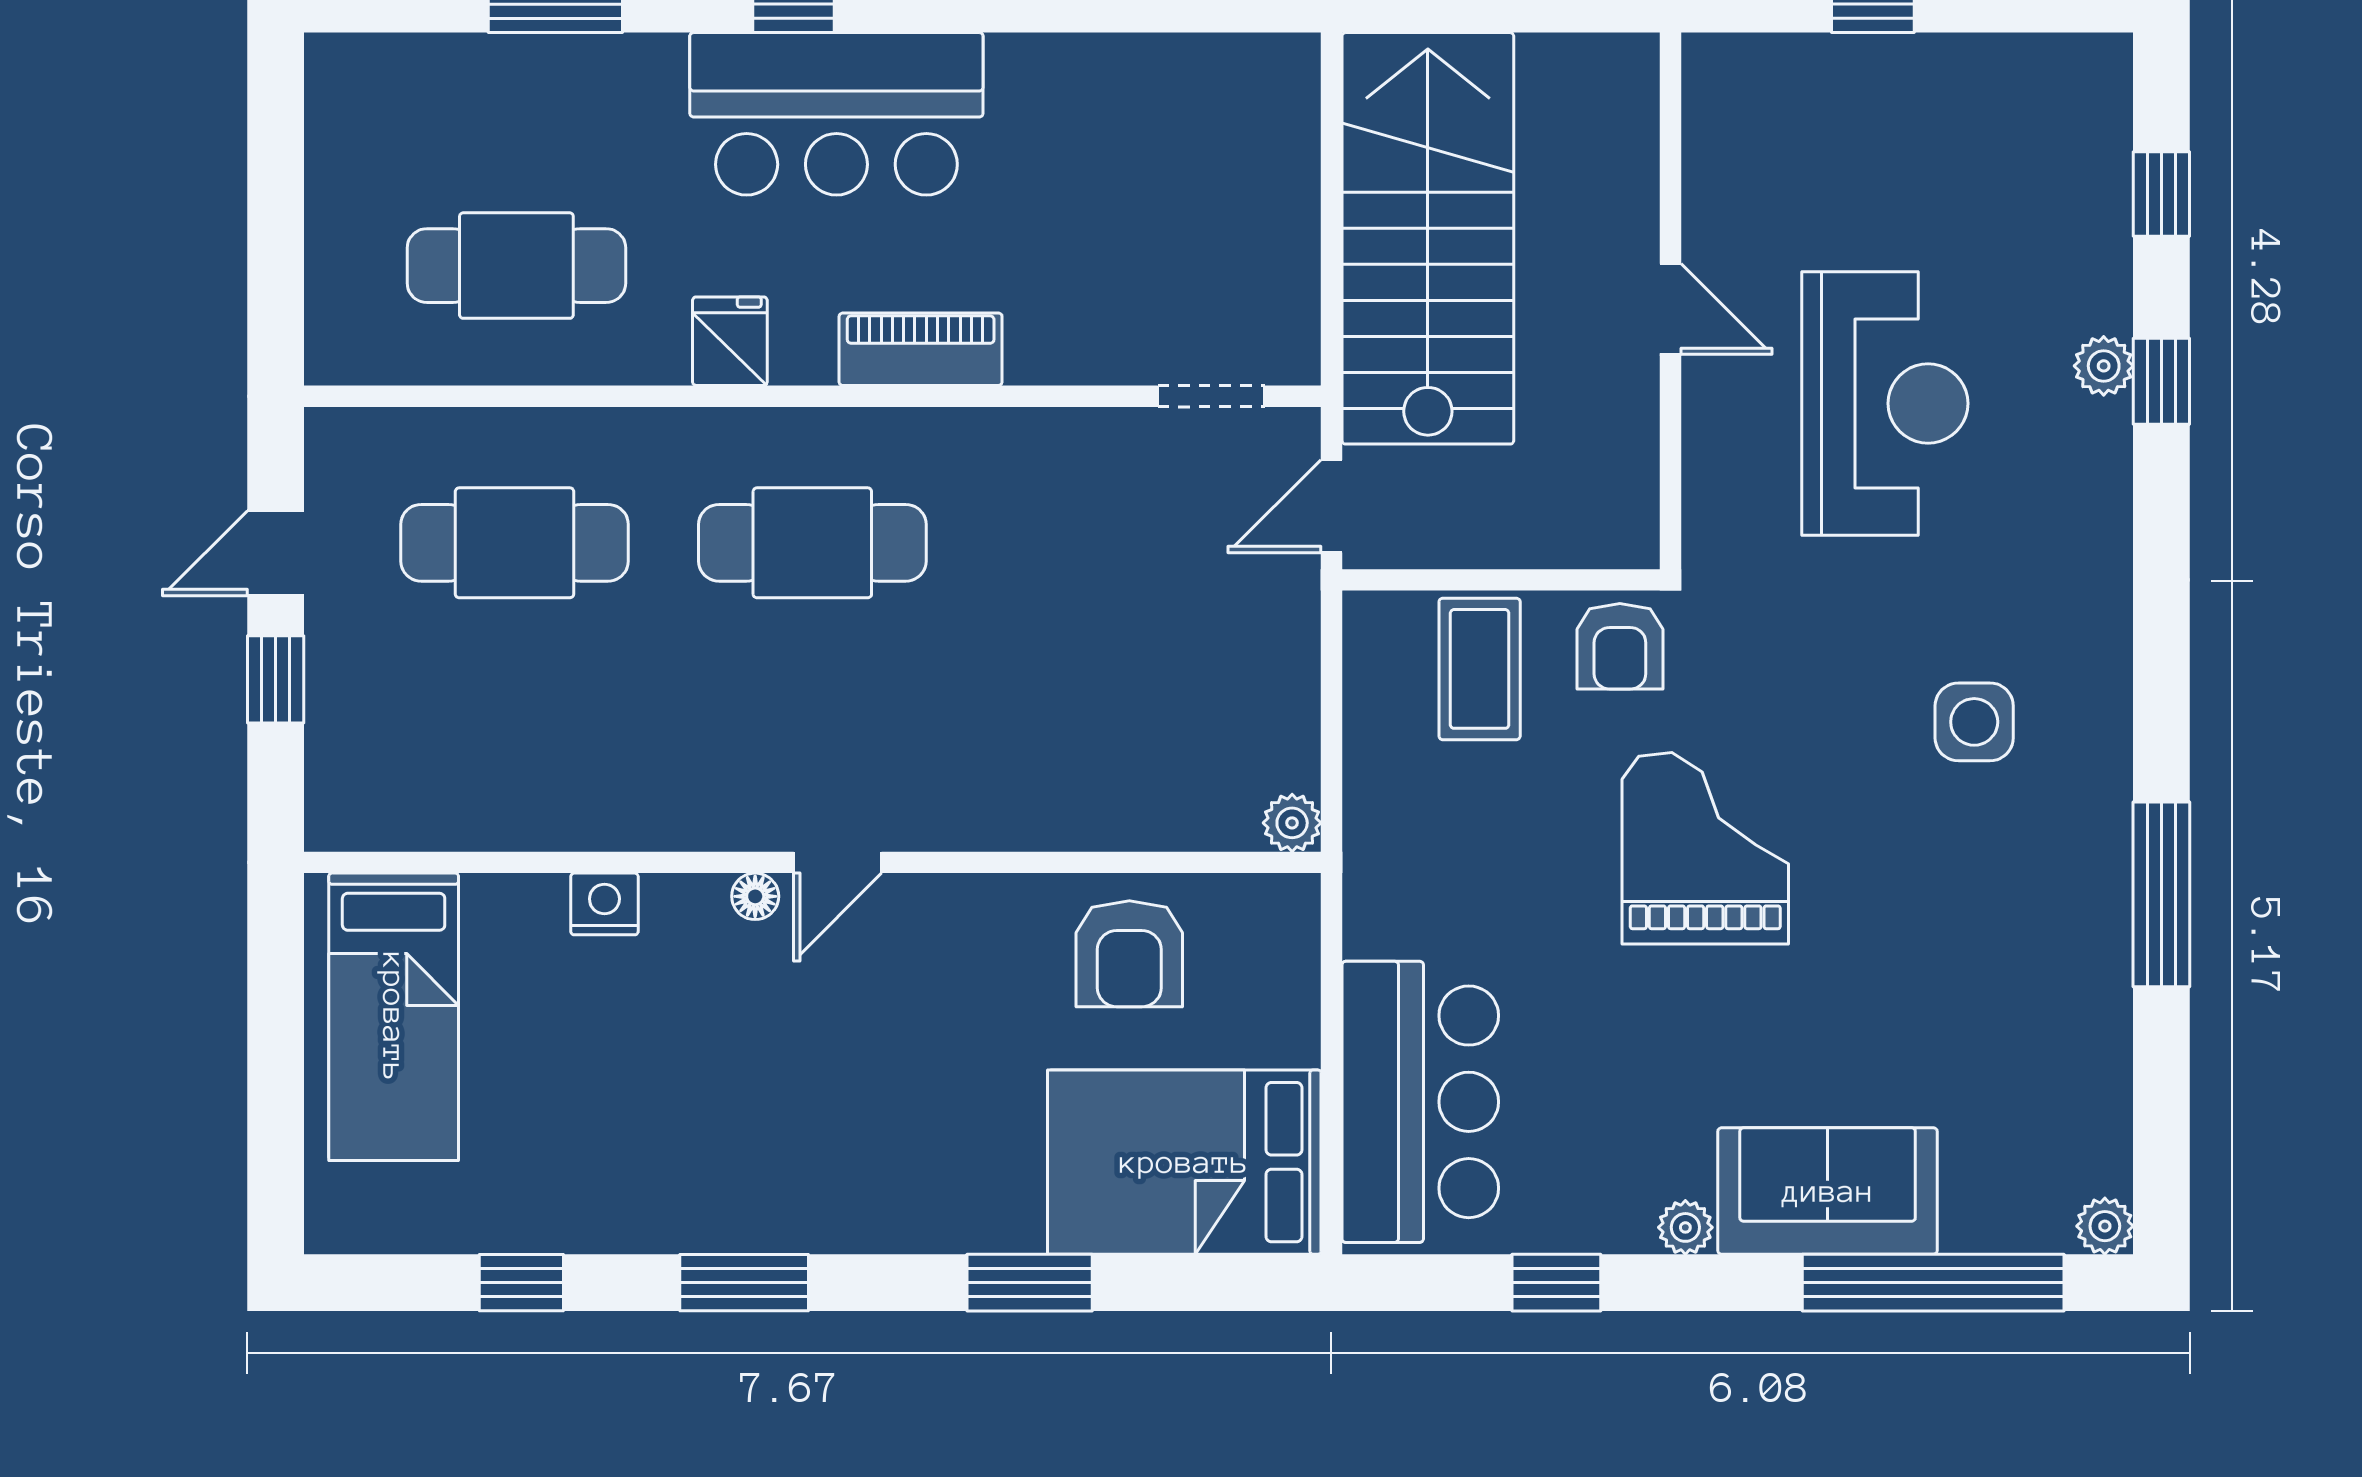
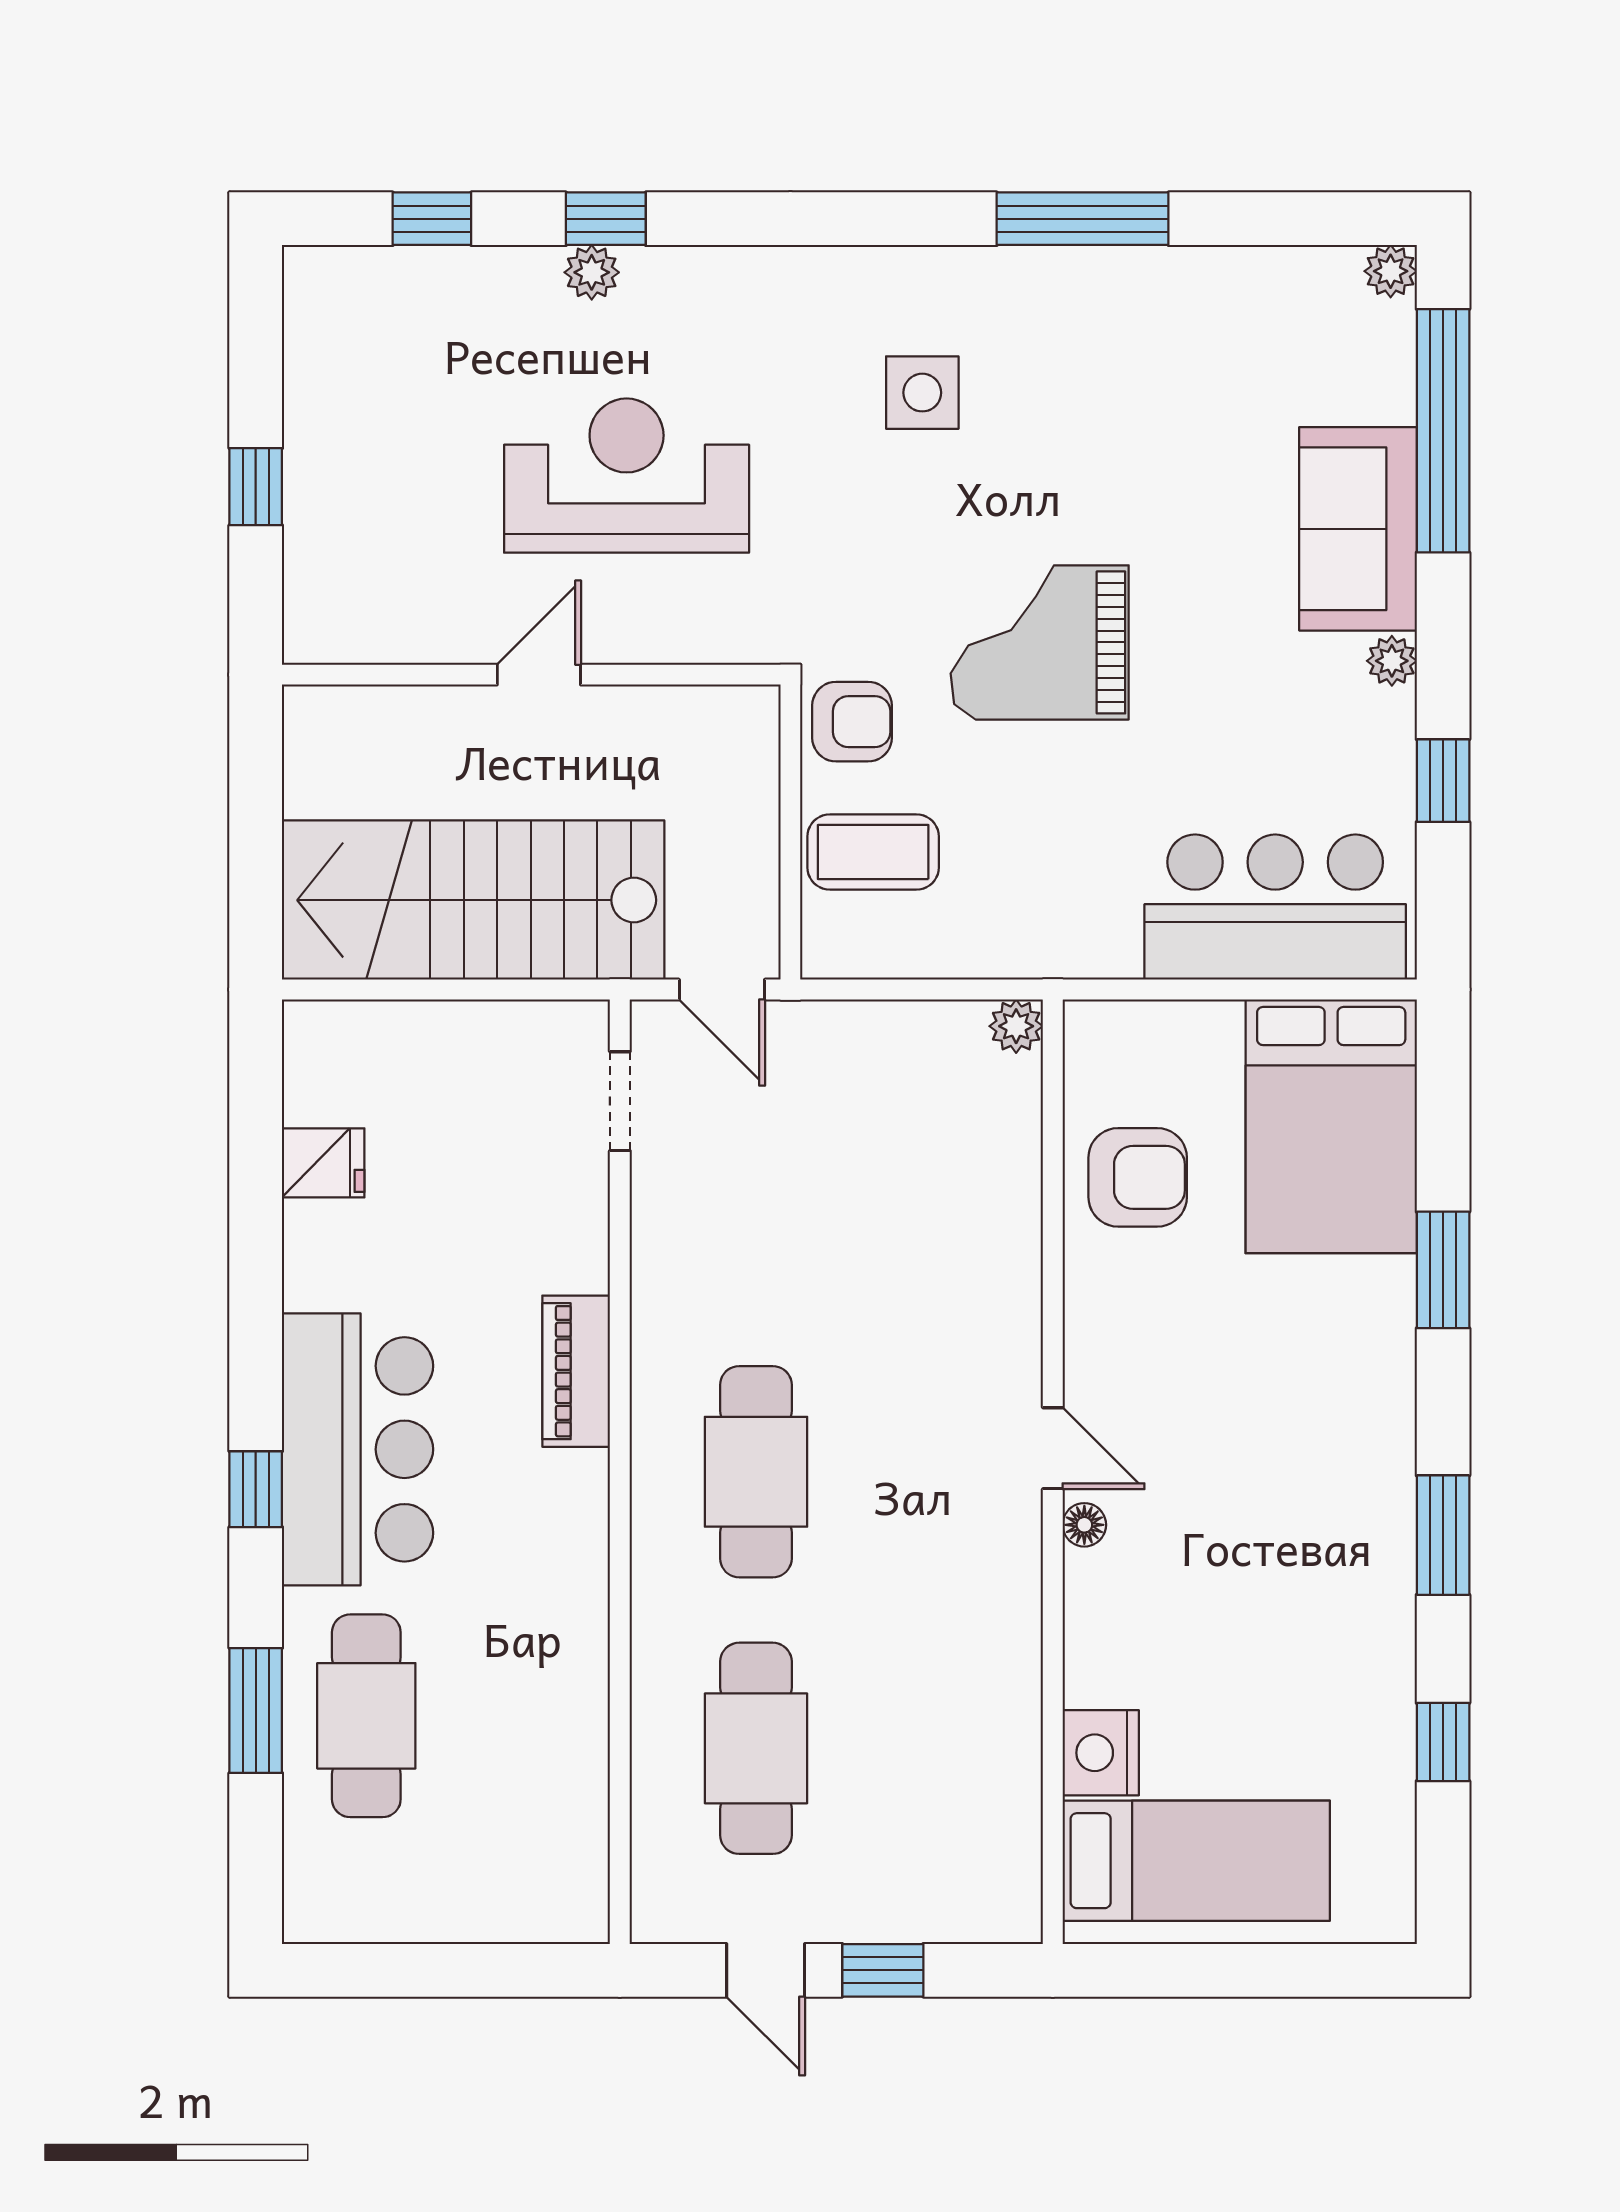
cafe table: (516, 266) -> (366, 1716), moved
fridge: (730, 341) -> (323, 1163), moved, turned 180
nightstand: (604, 904) -> (1101, 1753), moved, width x1.36, depth x1.33

